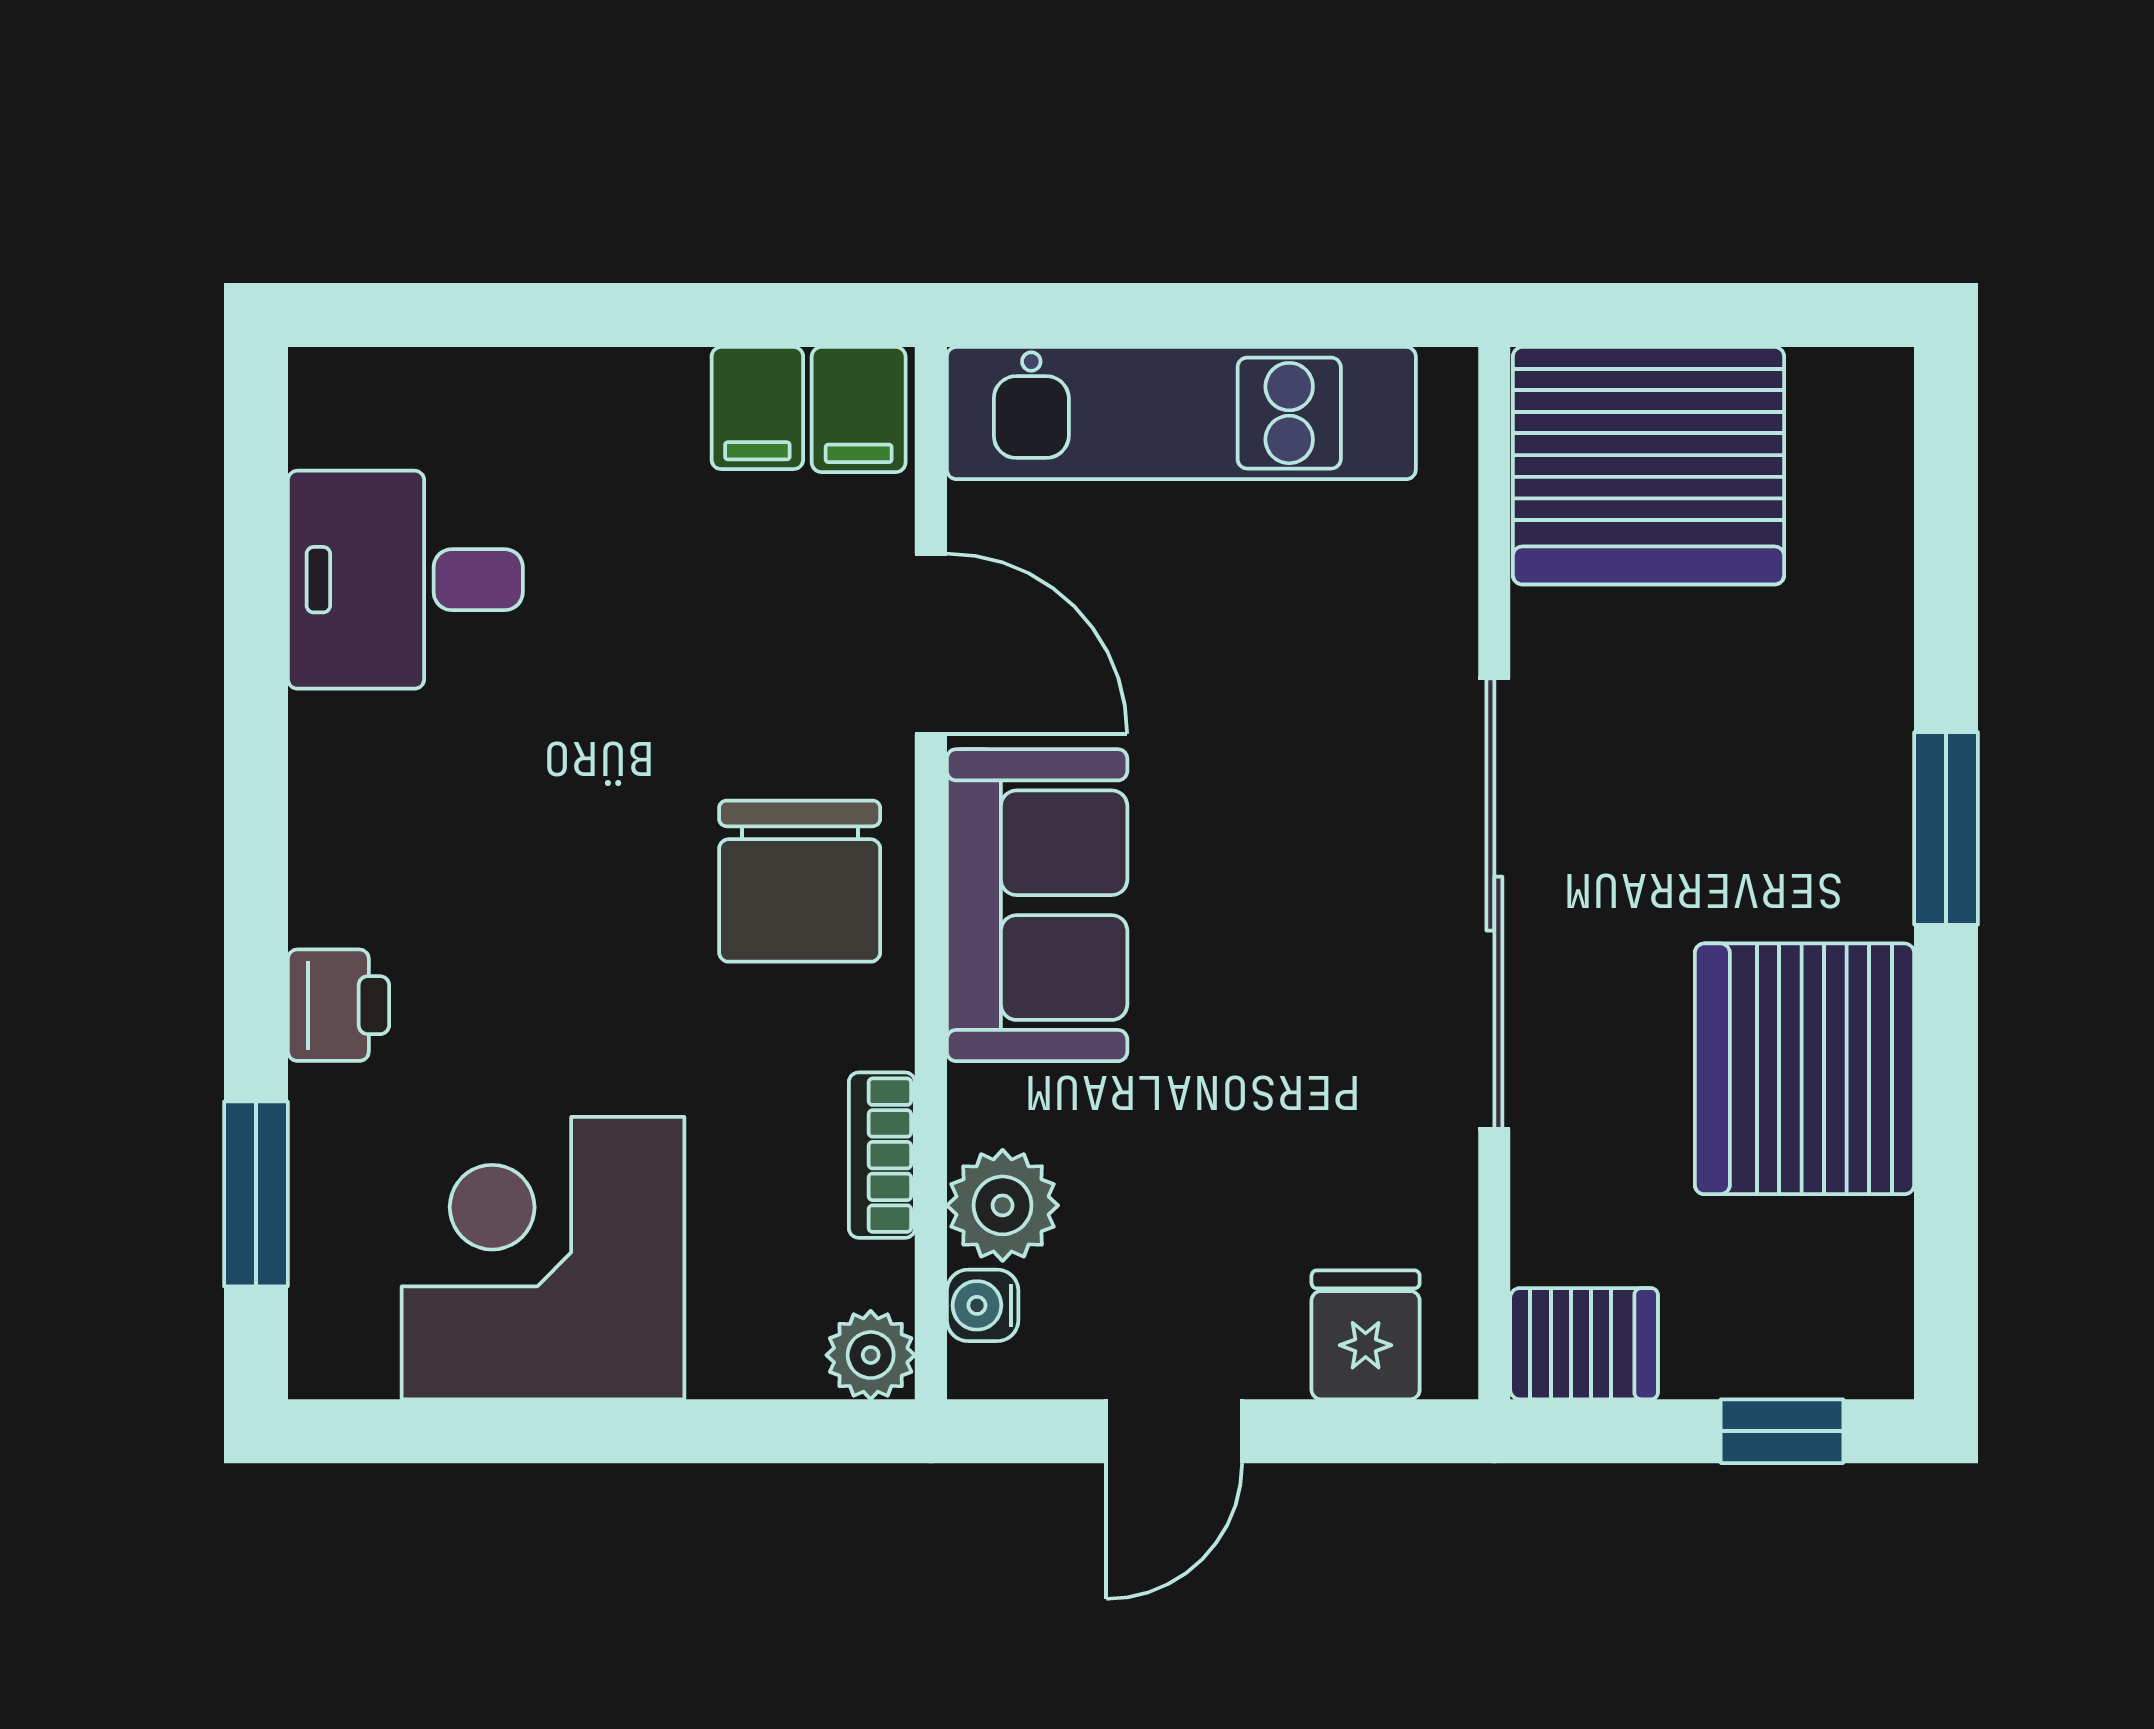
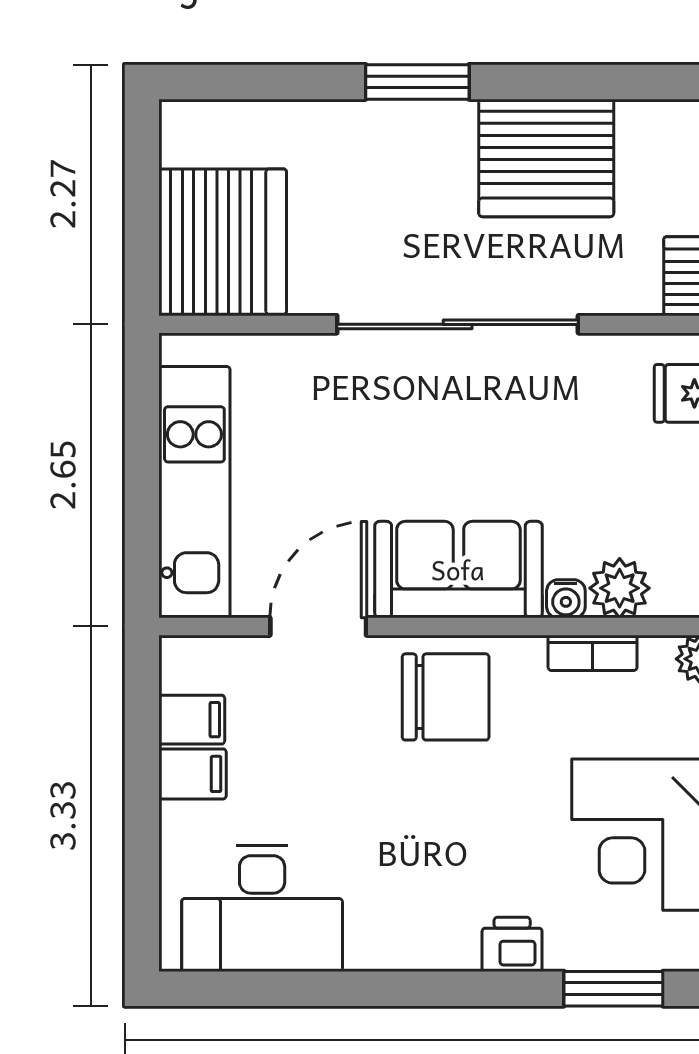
filing cabinet: (859, 410) -> (193, 774), moved
desk: (405, 580) -> (262, 909), width x1.37
water cooler: (983, 1305) -> (566, 599), moved

